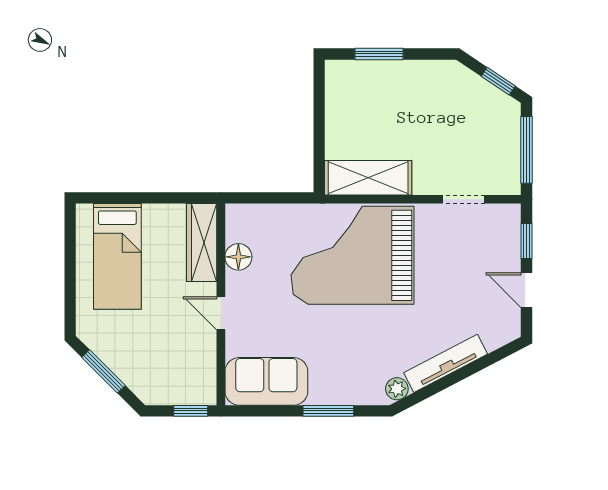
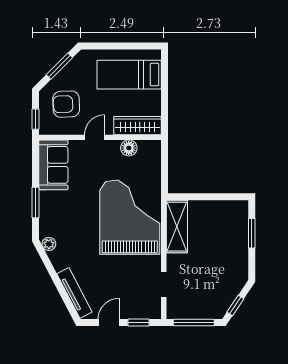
armchair: (166, 360) -> (66, 104), added
tv unit: (446, 363) -> (74, 293), moved

